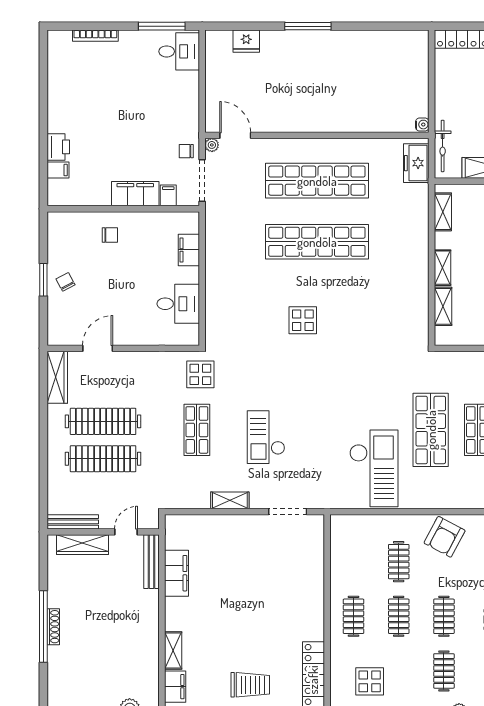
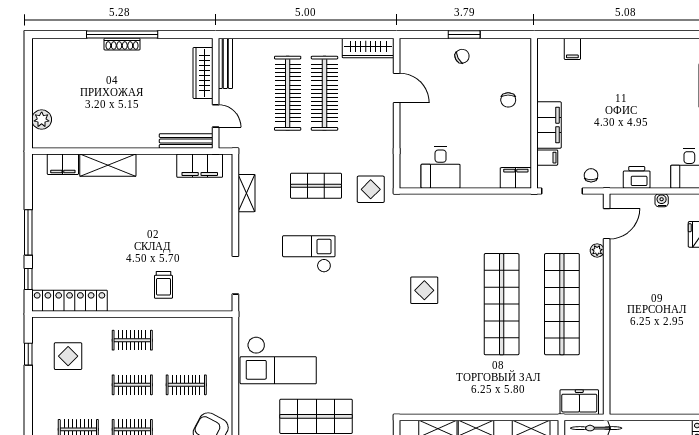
water cooler: (422, 125) -> (662, 200), moved, turned 180
plant: (212, 145) -> (597, 250), moved
printer: (58, 147) -> (637, 177), moved, turned 180
filing cabinet: (189, 250) -> (516, 178), moved
shelving: (230, 500) -> (247, 193), moved
filing cabinet: (177, 573) -> (200, 166), moved
shelving: (173, 650) -> (108, 165), width x1.50, depth x1.33
trolley: (250, 685) -> (163, 285), moved, width x0.73, depth x0.72

